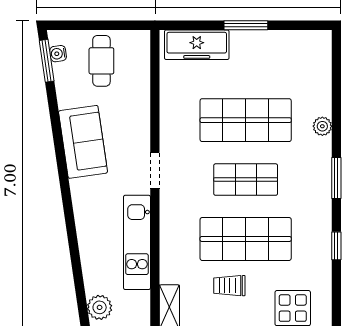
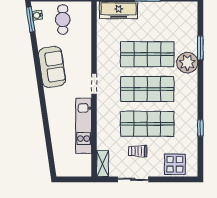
plant: (322, 126) -> (187, 63), width x1.88, depth x1.88
window: (336, 178) -> (200, 48), moved
shop shelf: (246, 180) -> (147, 89), width x1.43, depth x1.36
plant: (100, 307) -> (62, 164), removed

